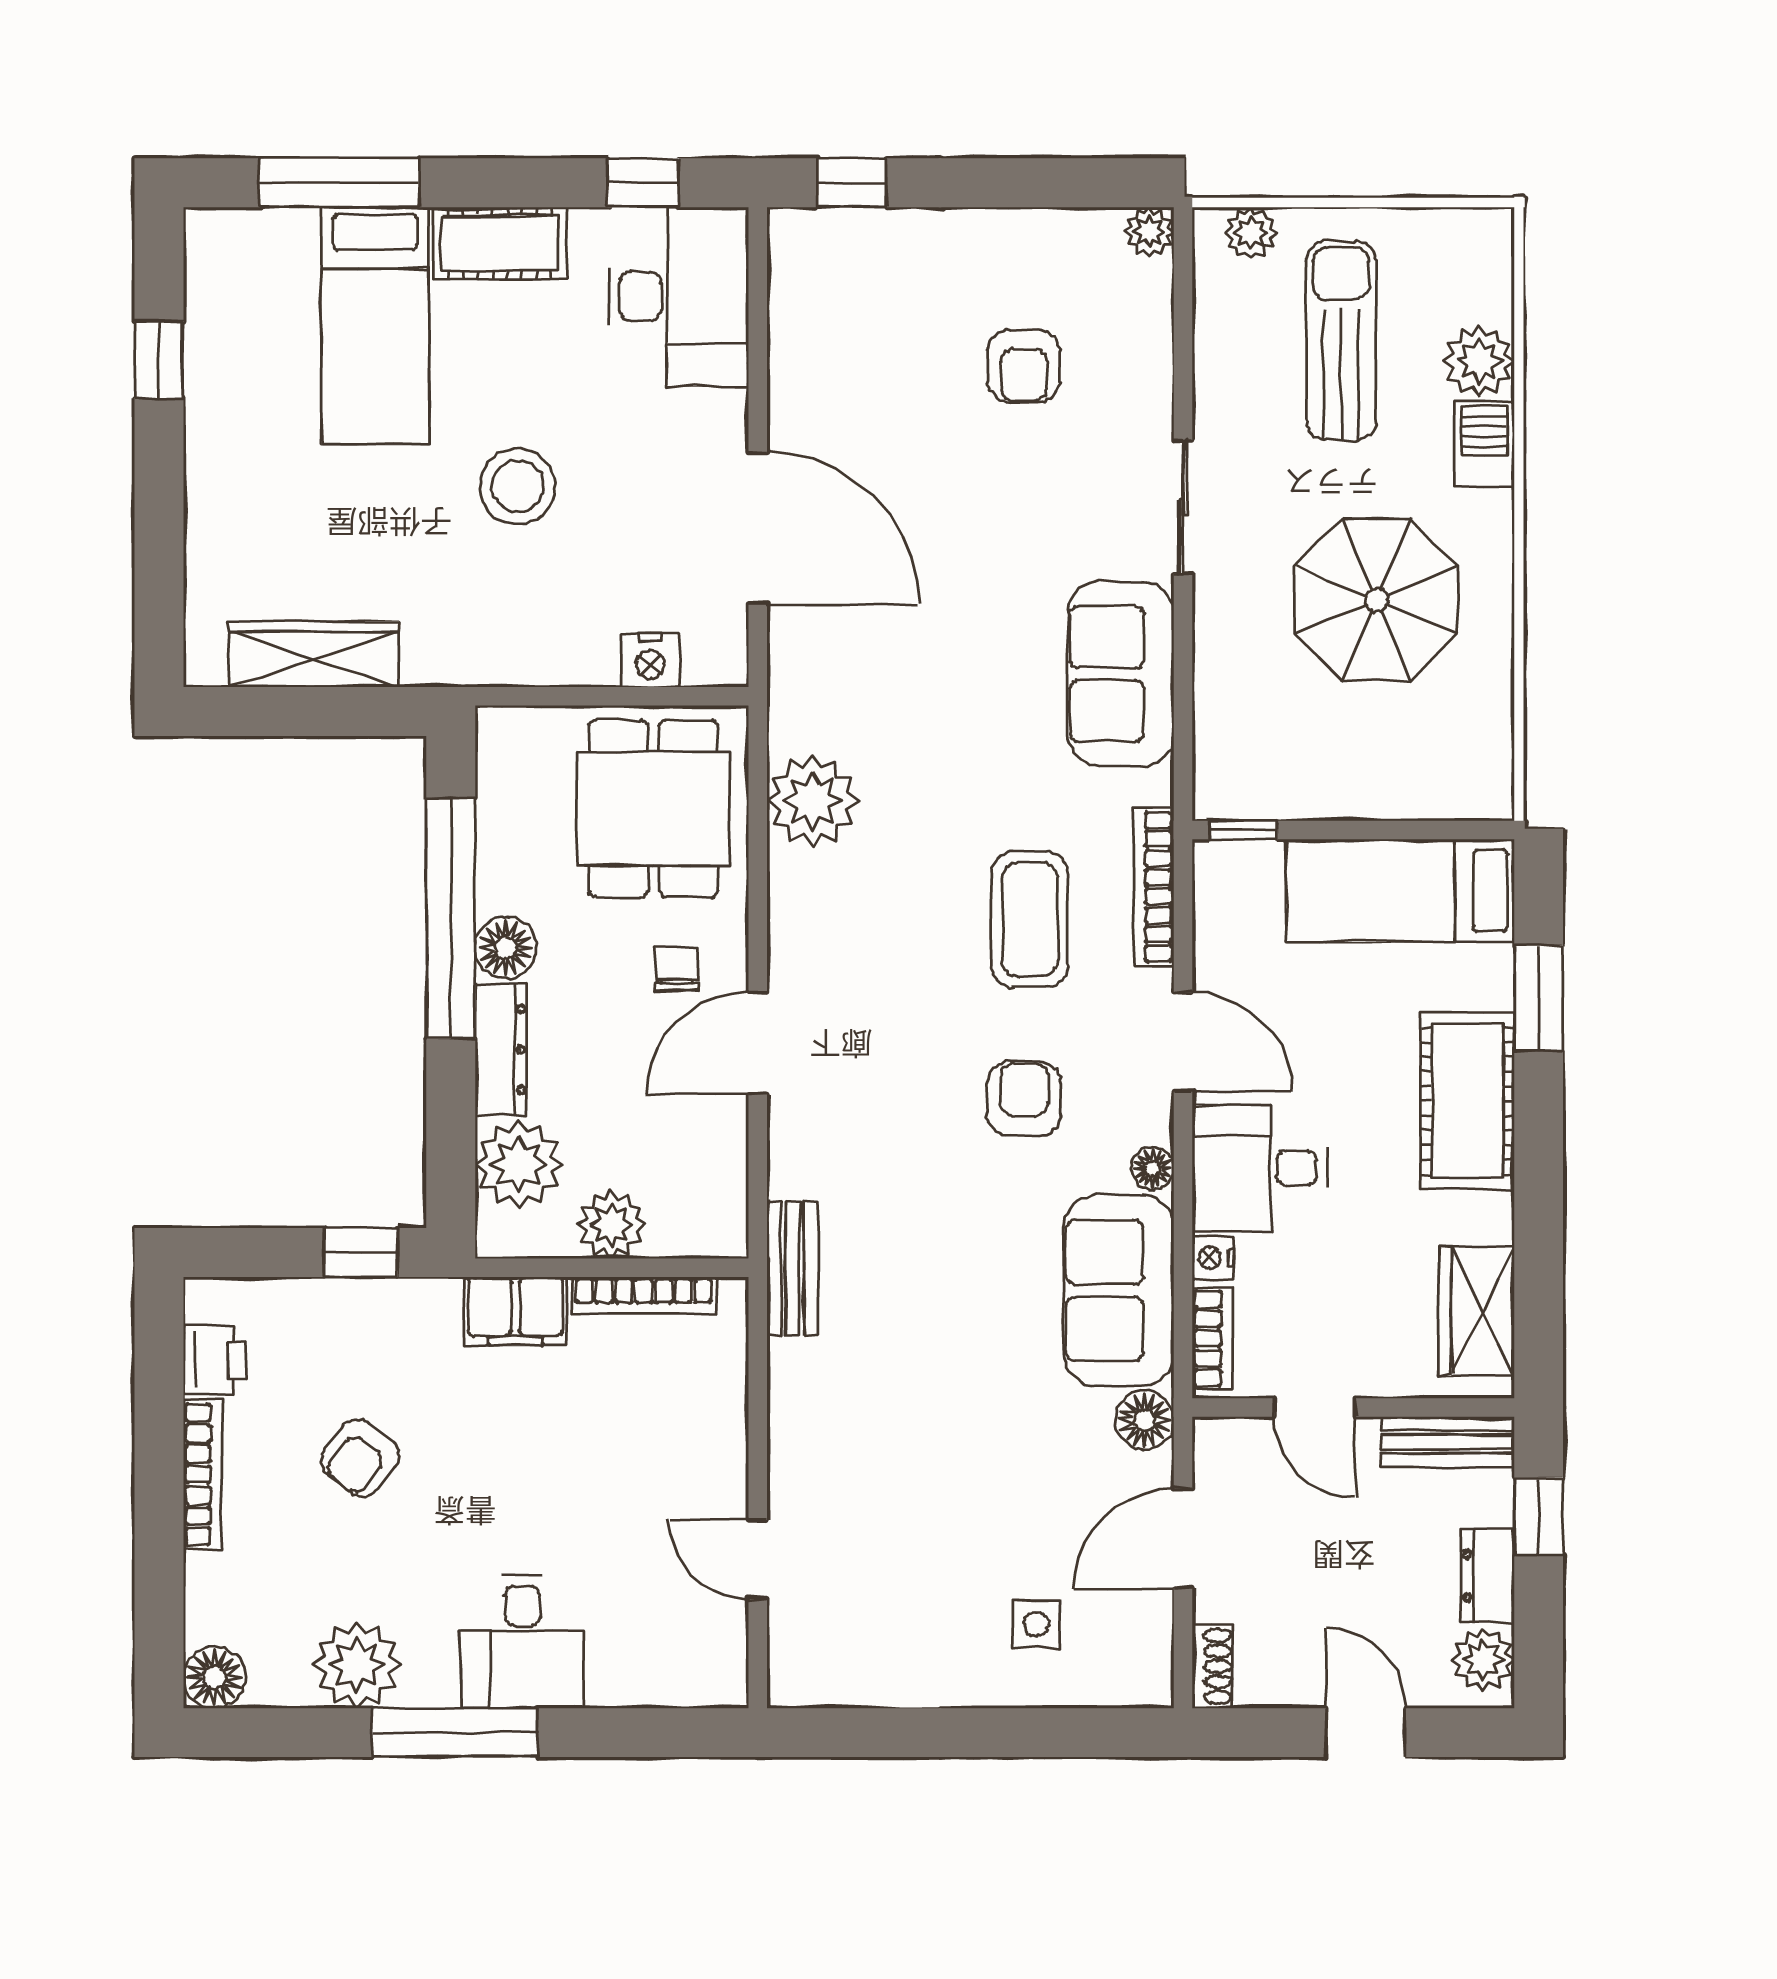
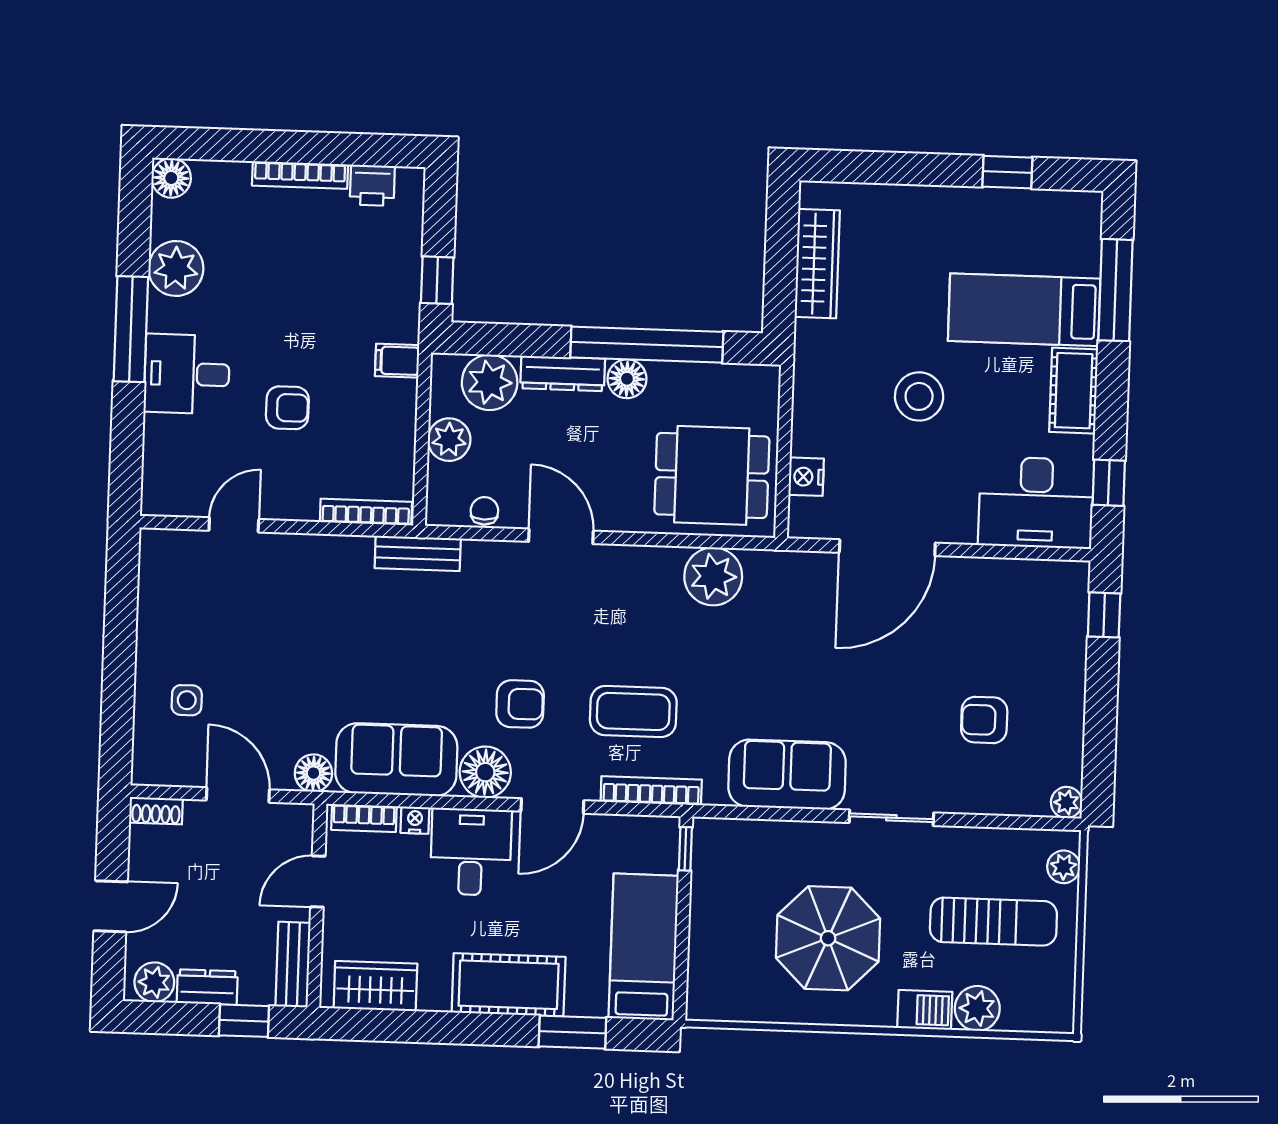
chair: (677, 969) -> (484, 511), moved, turned -90
floor lamp: (1153, 1169) -> (485, 772), width x1.89, depth x1.89
bookcase: (644, 1295) -> (366, 512), moved, turned 90
filing cabinet: (515, 1311) -> (397, 361), width x0.50
armchair: (360, 1458) -> (287, 408), moved, turned 142

